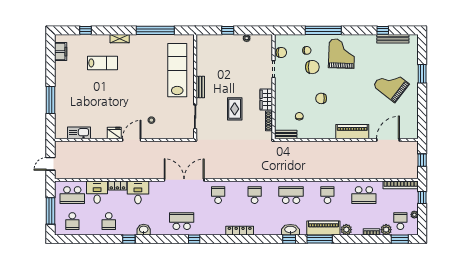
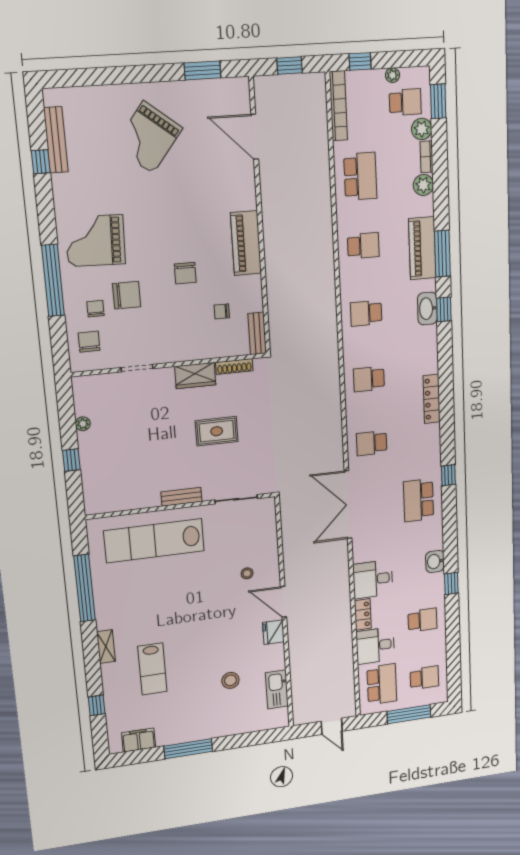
chair: (281, 52) -> (89, 342), moved
lab bench: (103, 63) -> (152, 669), turned 180
chair: (312, 67) -> (127, 295), turned 90
window: (422, 74) -> (202, 70), moved
window: (51, 100) -> (188, 749), moved
stool: (89, 106) -> (230, 680), added
piano: (352, 132) -> (246, 243), moved
school desk: (291, 195) -> (366, 313), width x0.54
school desk: (327, 195) -> (363, 246), turned 180
school desk: (400, 221) -> (405, 102), turned 180
plant: (346, 230) -> (423, 185), moved

